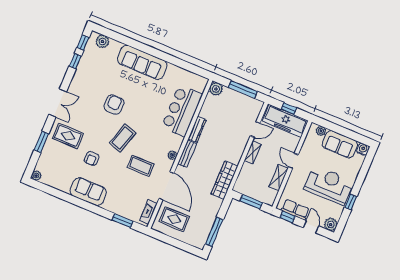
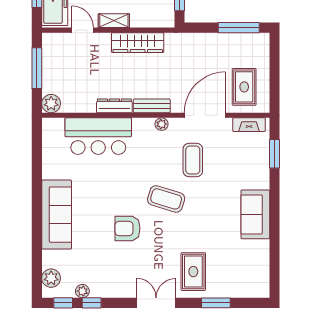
armchair: (92, 158) -> (210, 228), removed
plant: (36, 176) -> (82, 291), moved
wardrobe: (224, 180) -> (138, 43), moved

